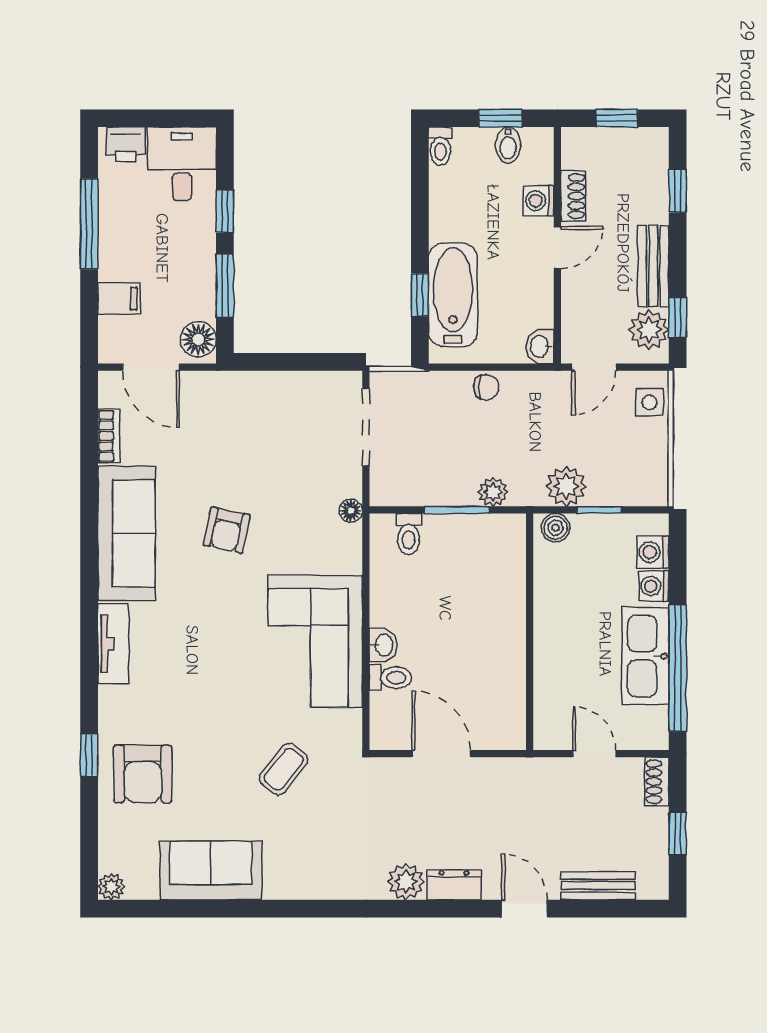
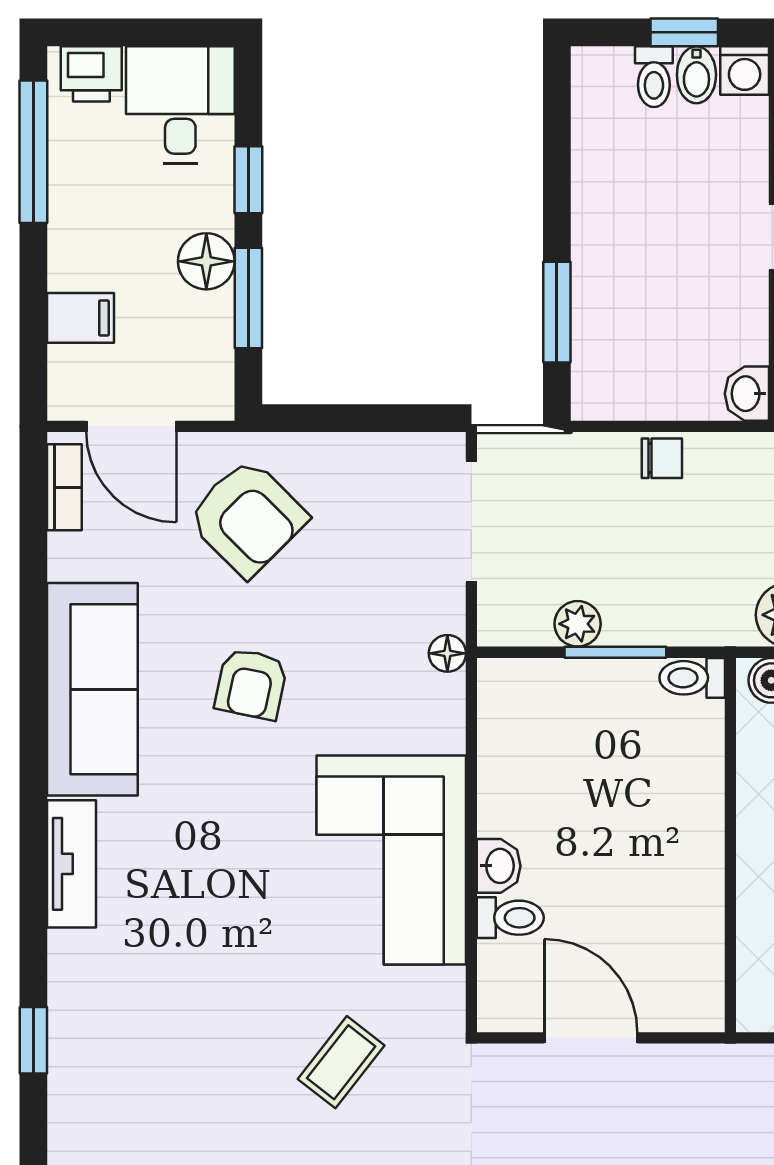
toilet: (440, 146) -> (654, 77), moved
washing machine: (539, 201) -> (745, 71), moved, turned -90
window: (89, 224) -> (33, 152), moved
window: (420, 295) -> (557, 312), width x1.50
bathtub: (453, 295) -> (609, 312), removed
floor lamp: (198, 339) -> (206, 261), moved
bookcase: (109, 436) -> (64, 487), moved
plant: (493, 492) -> (578, 624), moved
toilet: (409, 534) -> (692, 678), moved, turned 90
armchair: (143, 774) -> (247, 518), moved, turned -45

